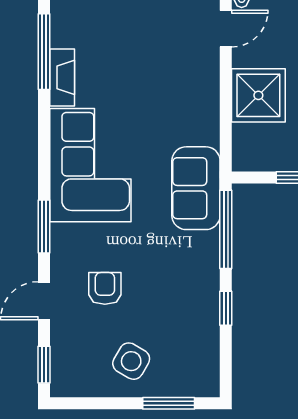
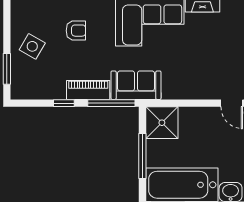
shower: (258, 95) -> (162, 123), moved
piano: (204, 268) -> (88, 90), added

